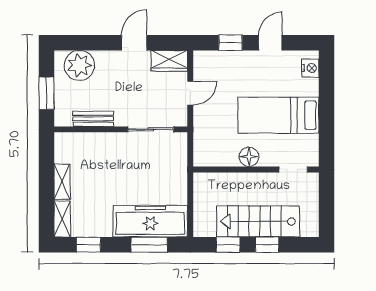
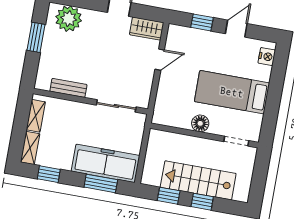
bench: (93, 119) -> (68, 88), moved
wall: (121, 129) -> (90, 101), moved
sliding door: (151, 129) -> (116, 106), moved

